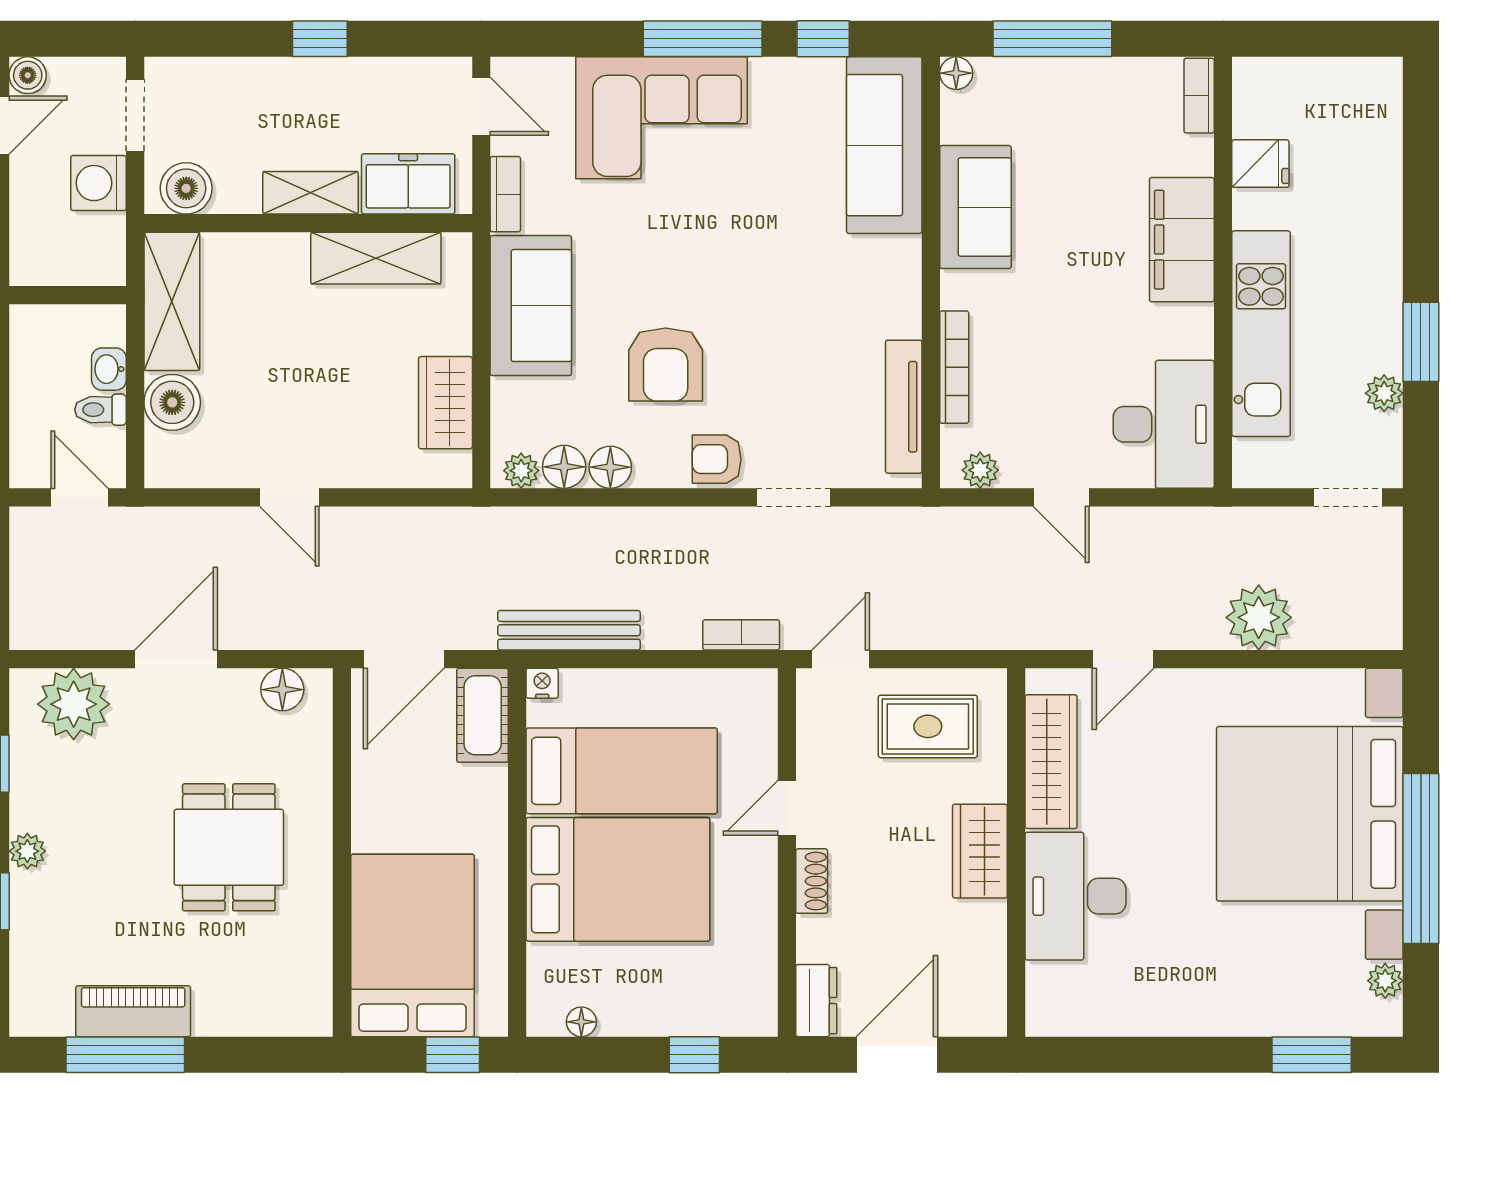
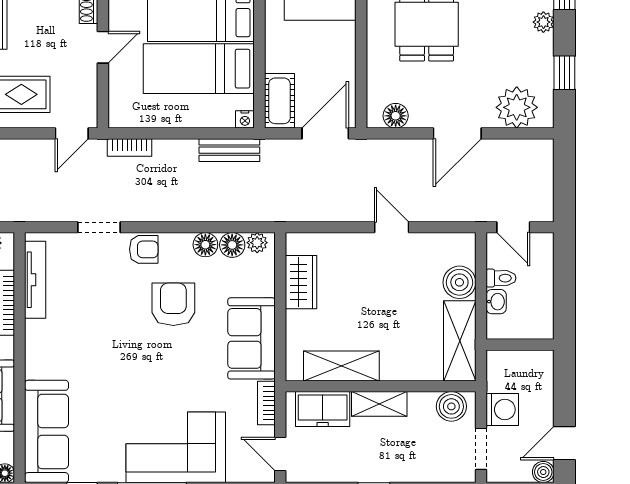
bench: (569, 630) -> (229, 150), width x0.73

